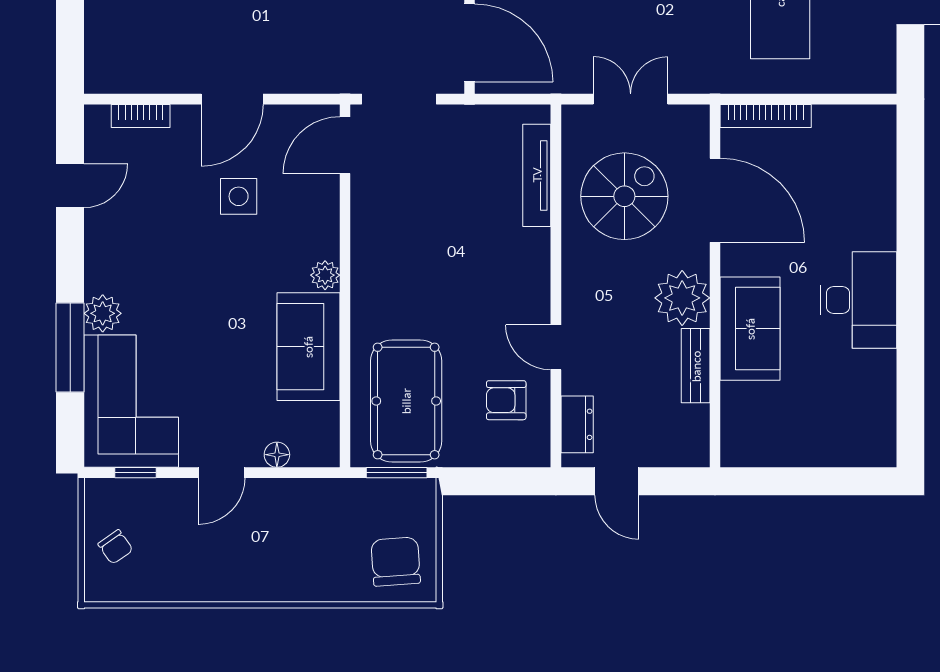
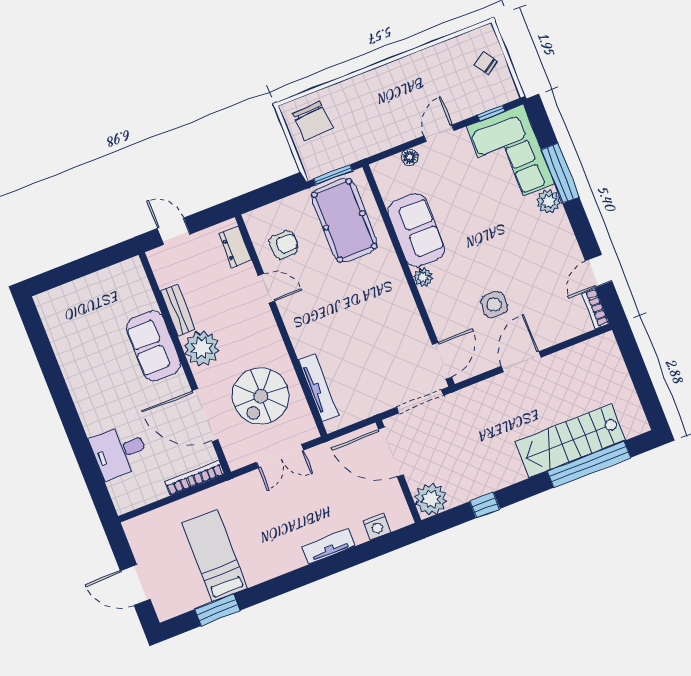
bookcase: (141, 116) -> (596, 309), moved, turned -90
desk: (859, 300) -> (119, 452), moved, width x0.73
door: (617, 481) -> (174, 231), moved

